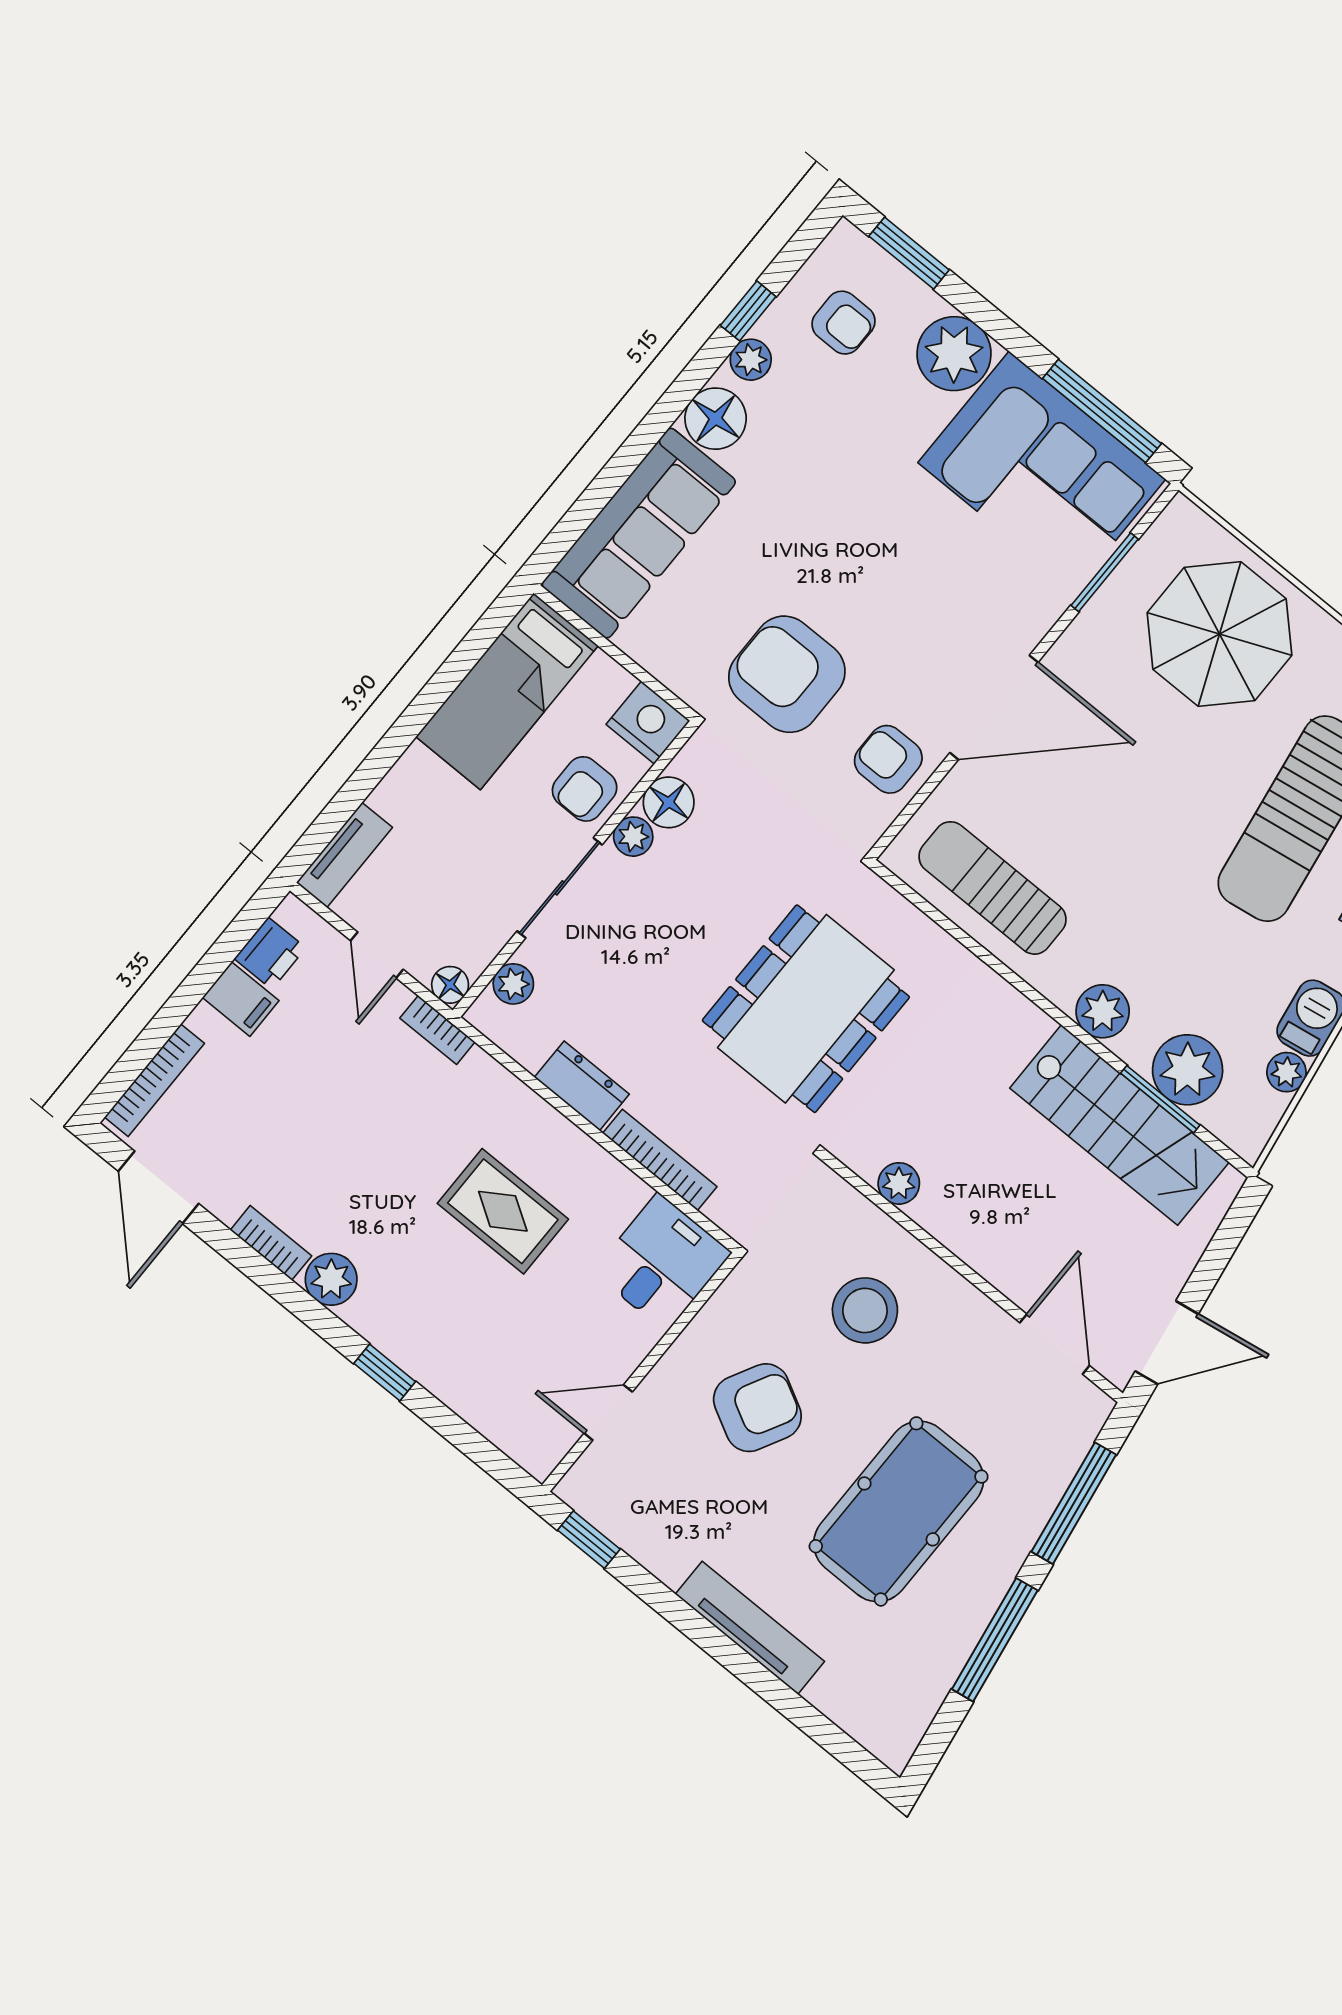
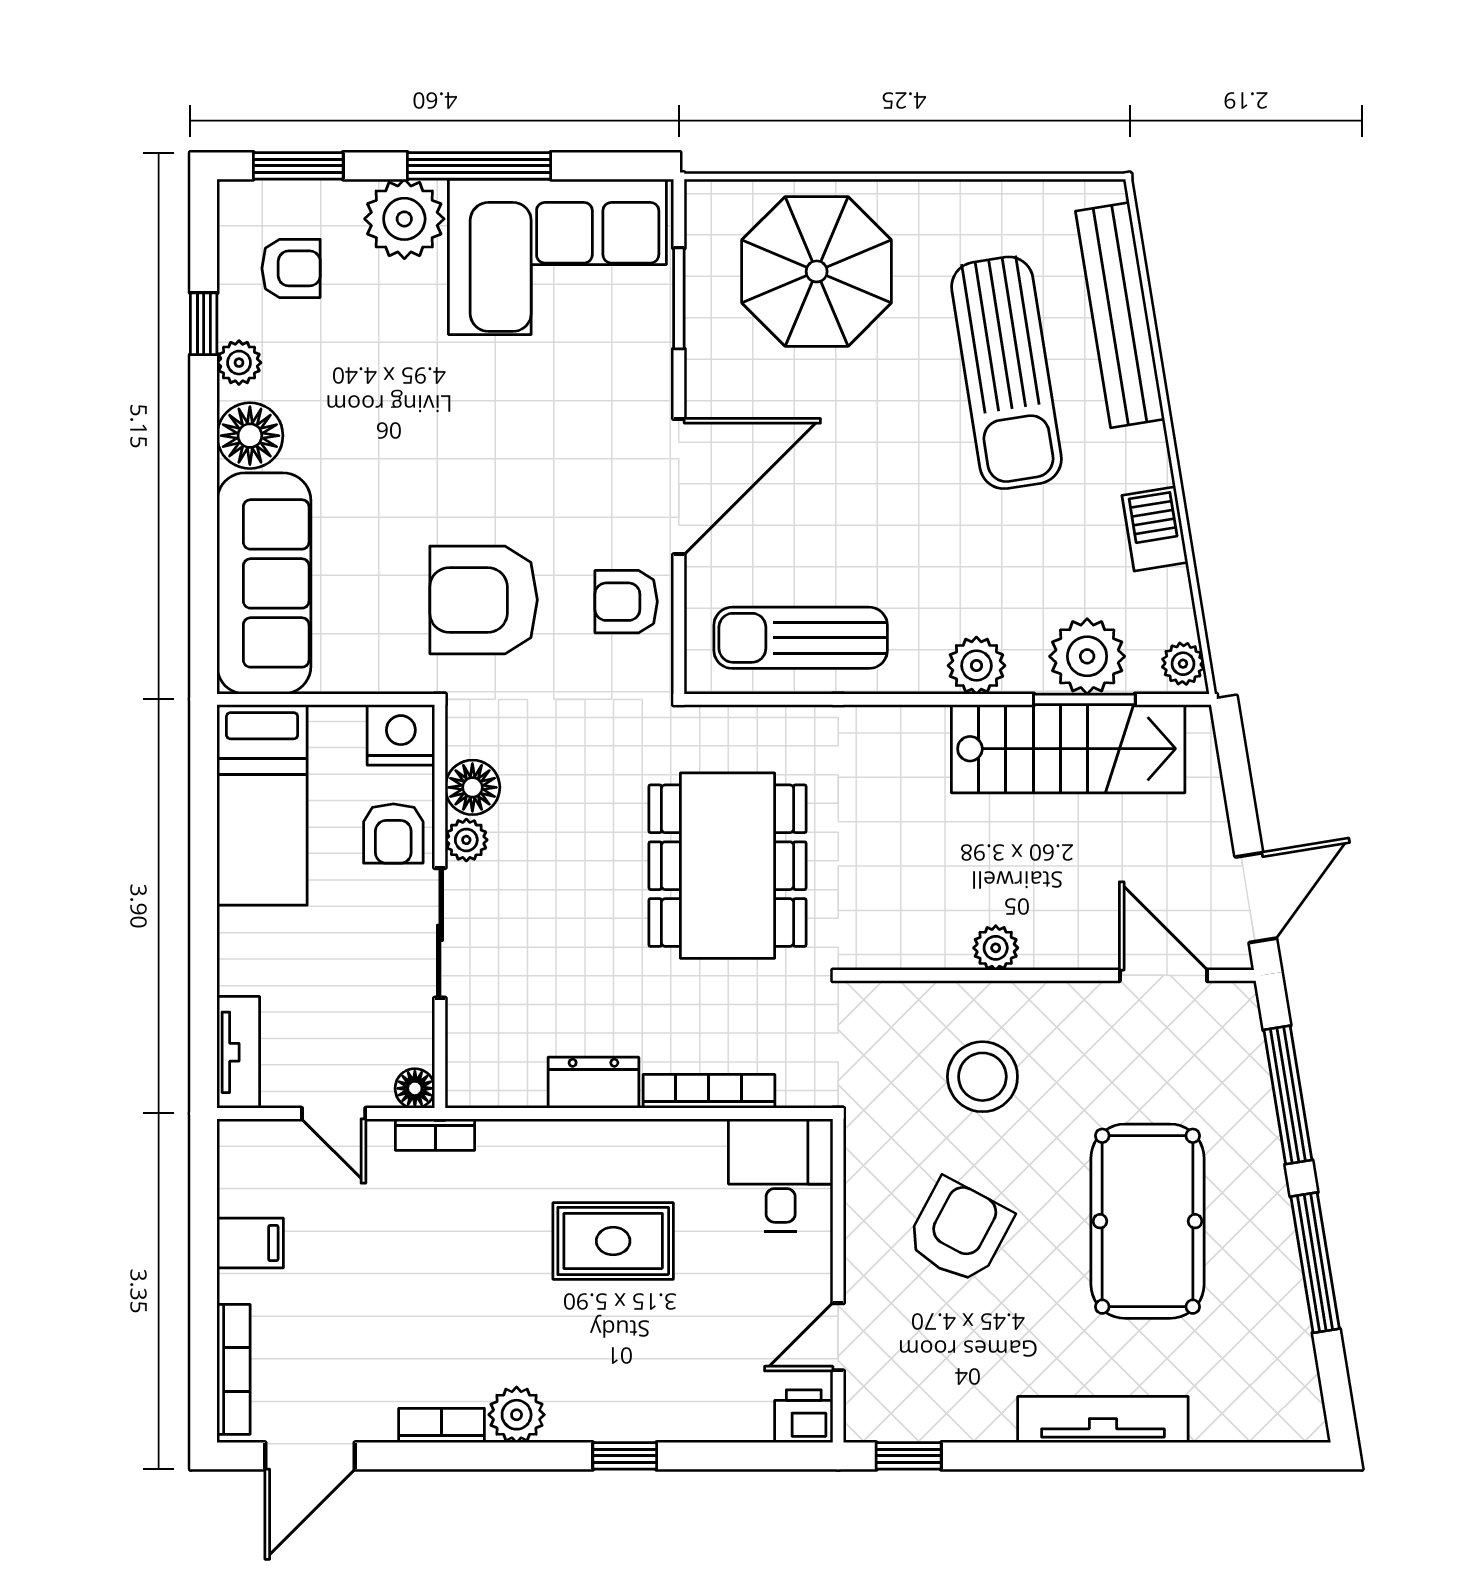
window: (1102, 411) -> (479, 166), moved
printer: (270, 953) -> (804, 1416), moved, turned -90
plant: (513, 984) -> (467, 1044), removed
plant: (1286, 1072) -> (1183, 664), moved
plant: (899, 1183) -> (996, 948), moved
door: (158, 1187) -> (310, 1456), hinge flipped

